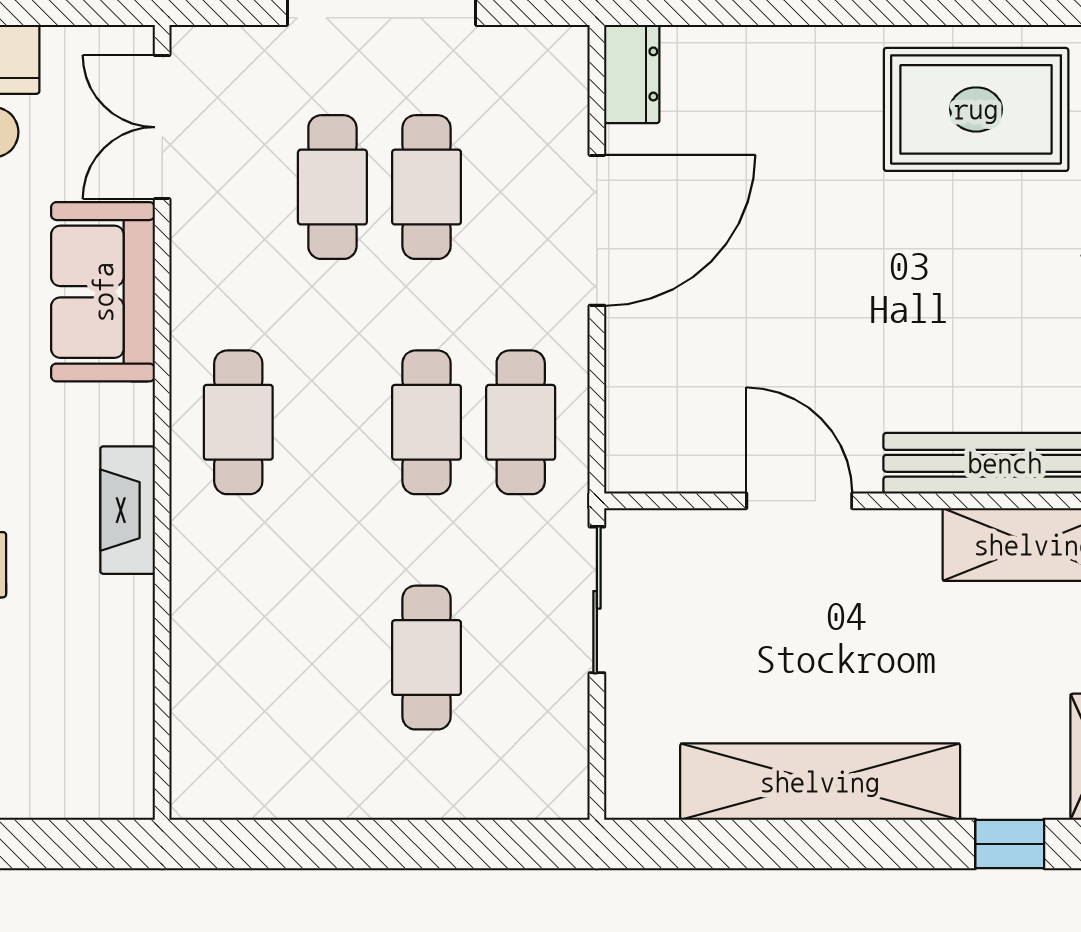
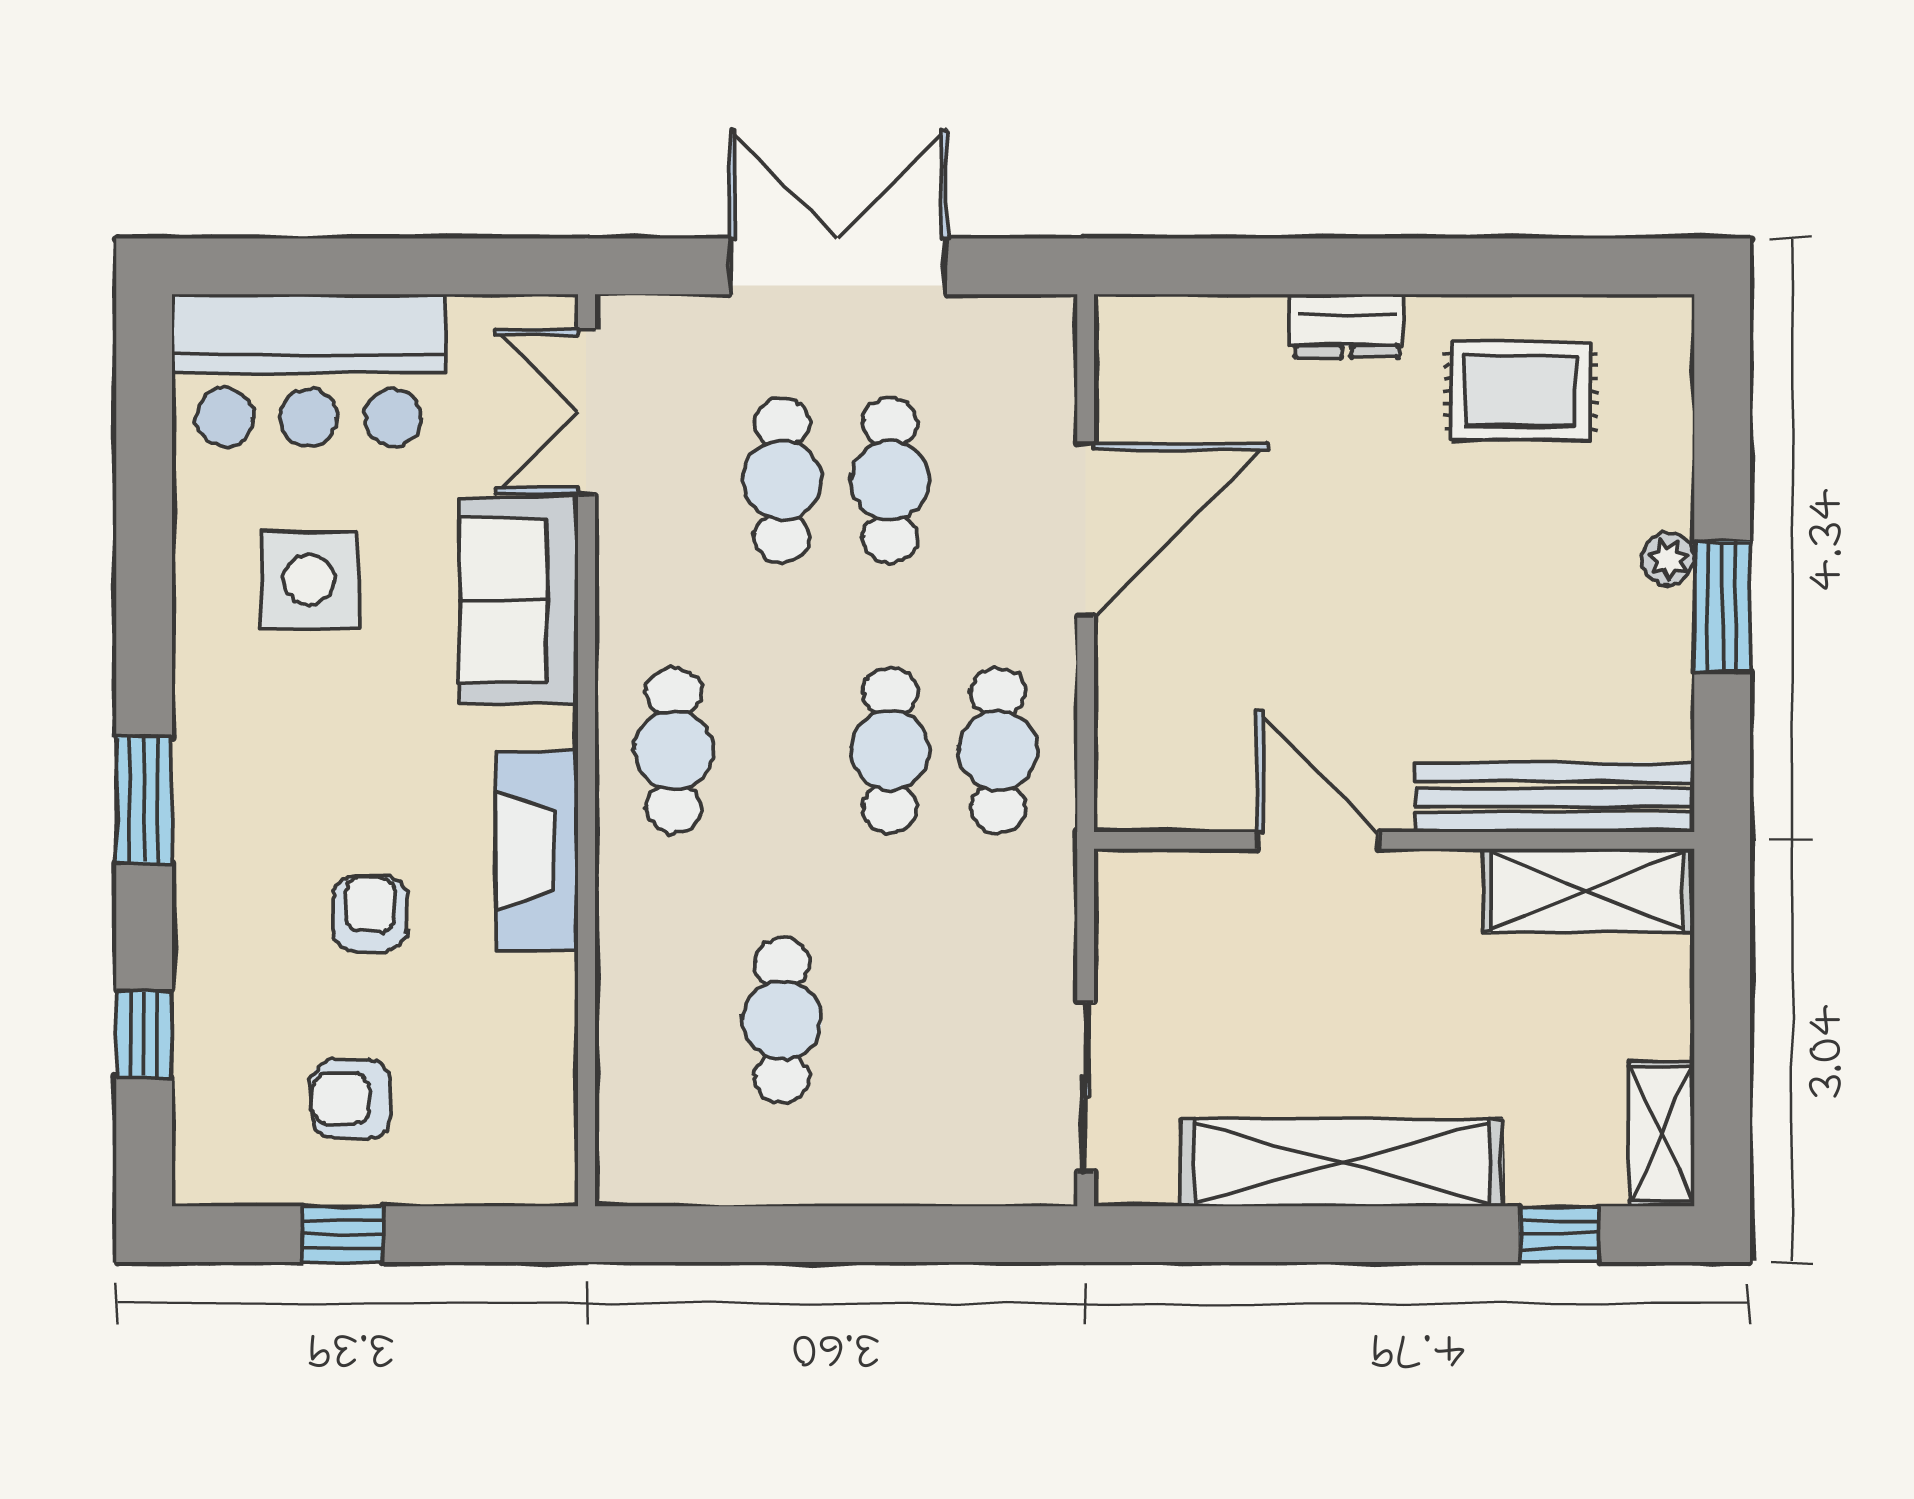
dresser: (632, 74) -> (1347, 326), moved, turned 90
rug: (976, 109) -> (1521, 391), width x0.73, depth x0.70
fireplace: (128, 510) -> (537, 851), width x1.37, depth x1.32
sliding door: (597, 600) -> (1086, 1087), moved
cafe table: (427, 658) -> (782, 1020), moved

